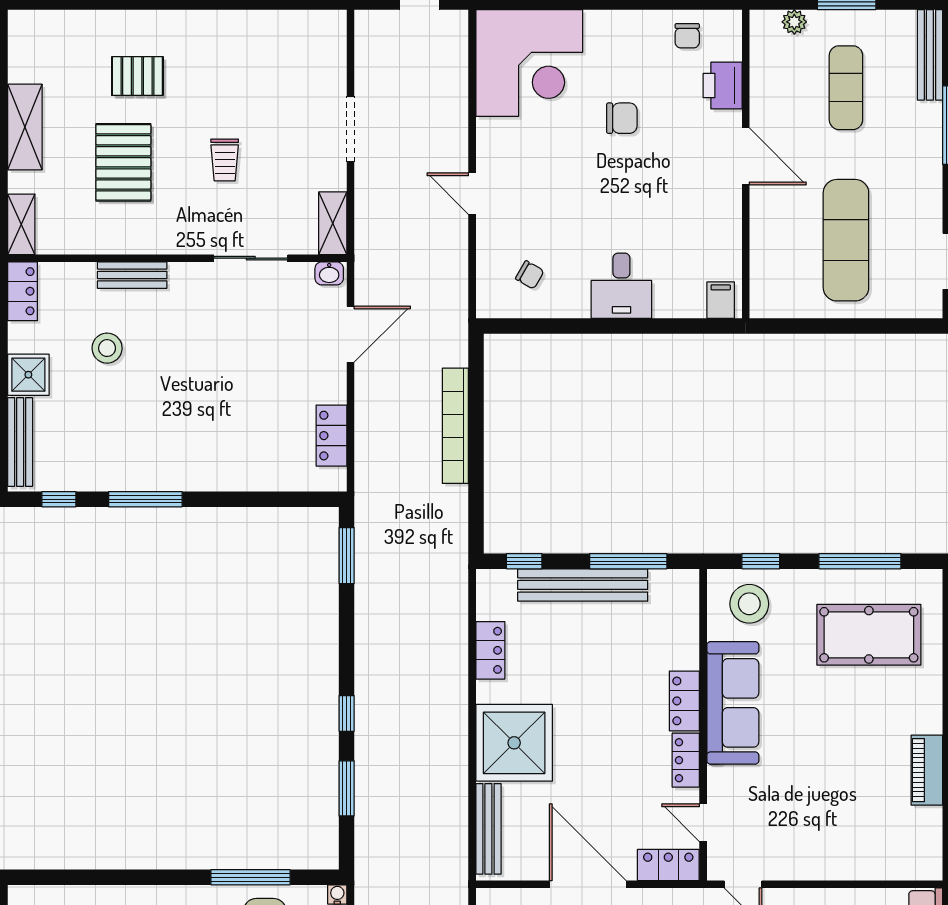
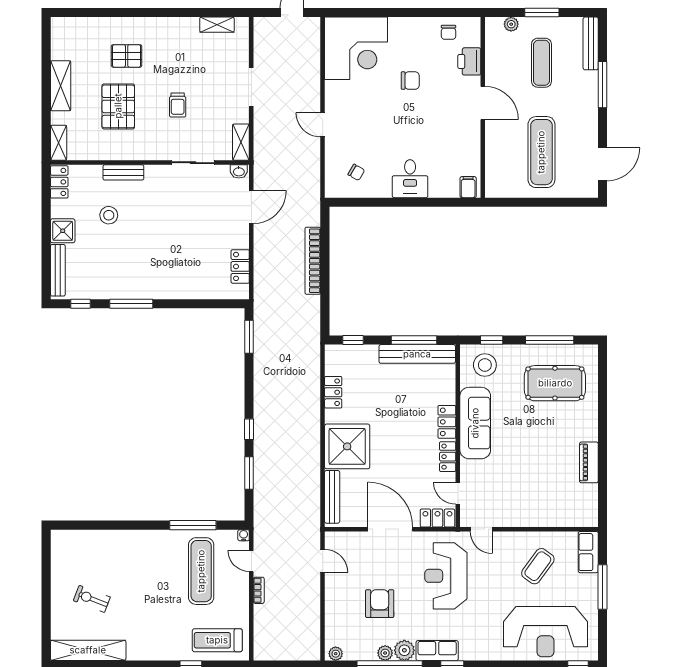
shelving: (292, 23) -> (217, 25), added
bench: (583, 585) -> (417, 354), moved

